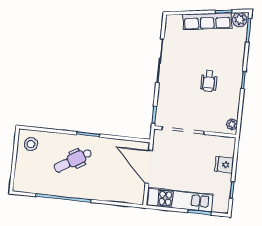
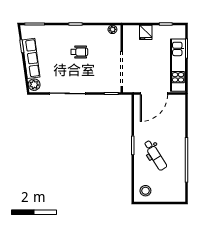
plant: (240, 20) -> (34, 85), moved

